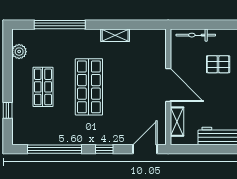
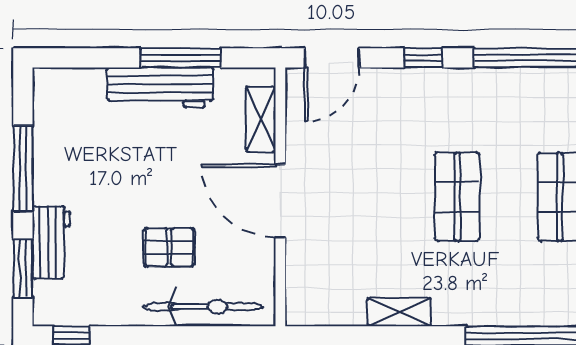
bicycle: (196, 35) -> (203, 307), width x1.37, depth x1.40
shop shelf: (89, 87) -> (457, 197), width x0.70, depth x0.74
window: (213, 149) -> (180, 58), added

